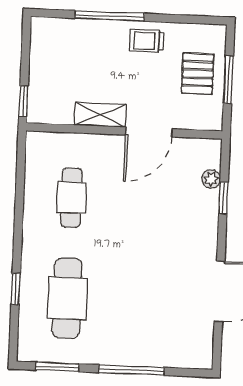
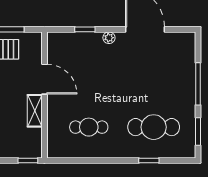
plant: (211, 179) -> (109, 38), moved

